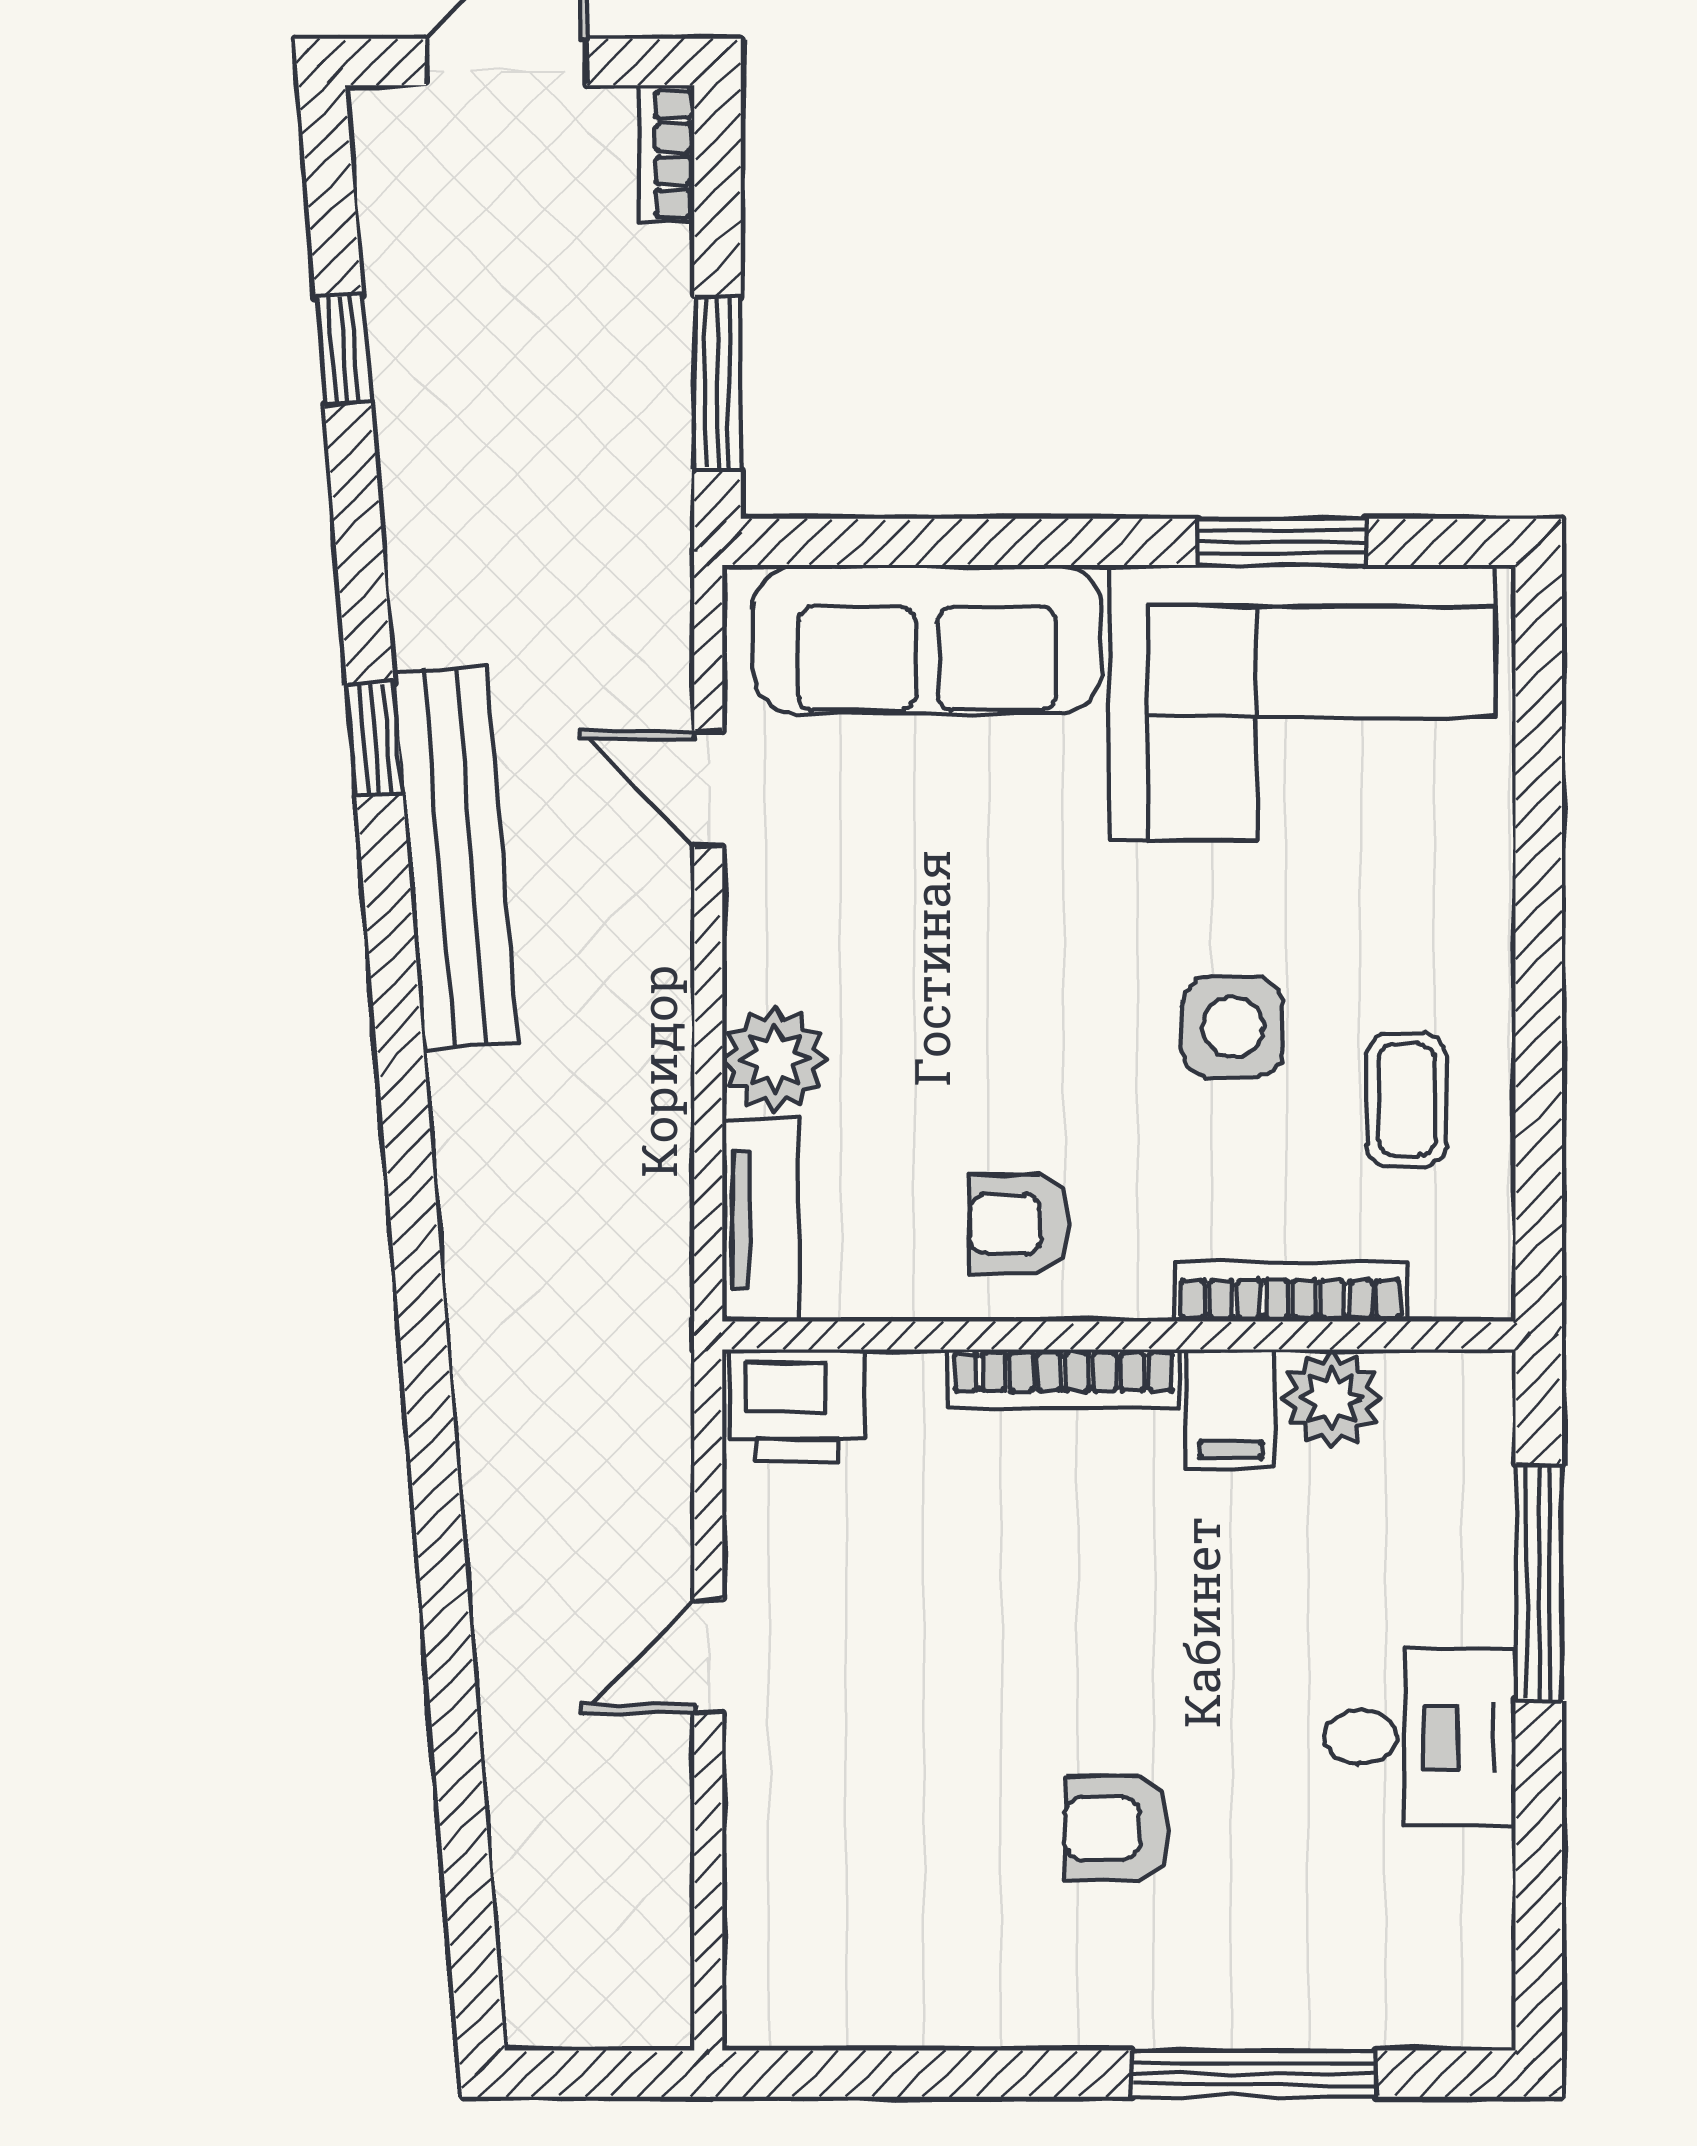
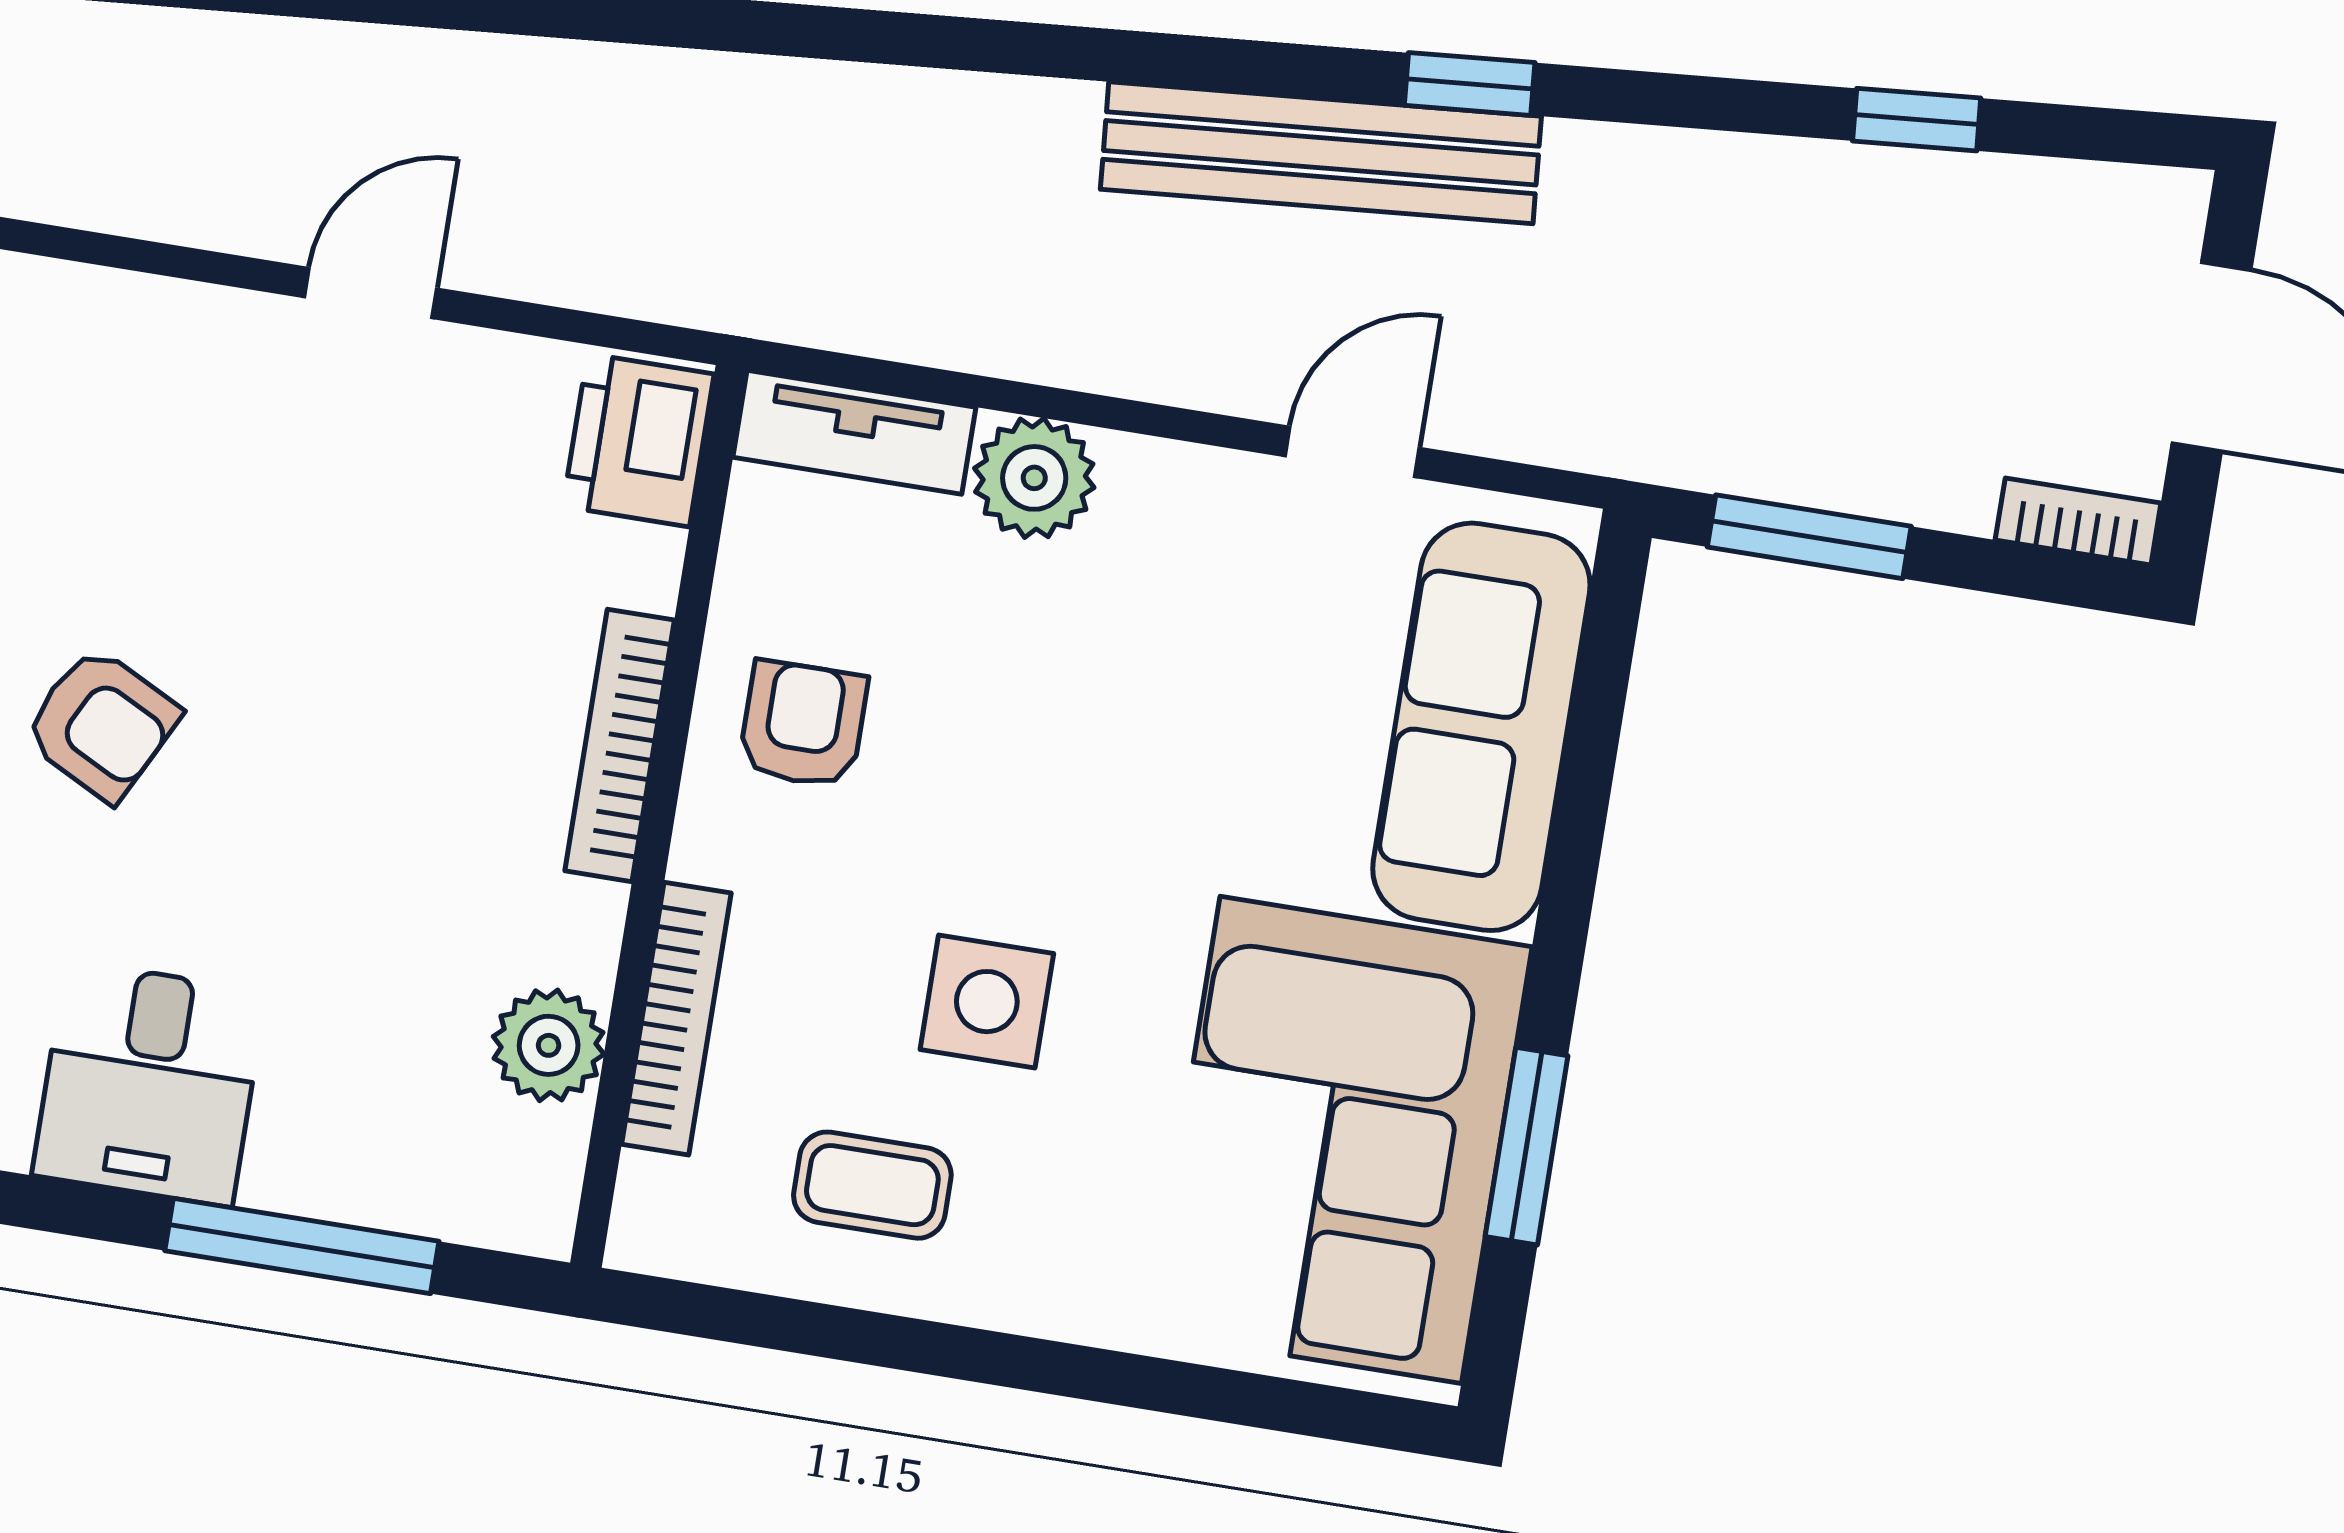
filing cabinet: (1231, 1408) -> (556, 929), removed
door: (708, 1657) -> (371, 293), hinge flipped
armchair: (1117, 1828) -> (101, 724), turned 117

